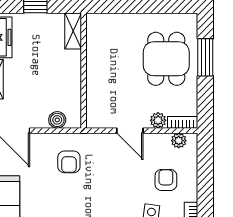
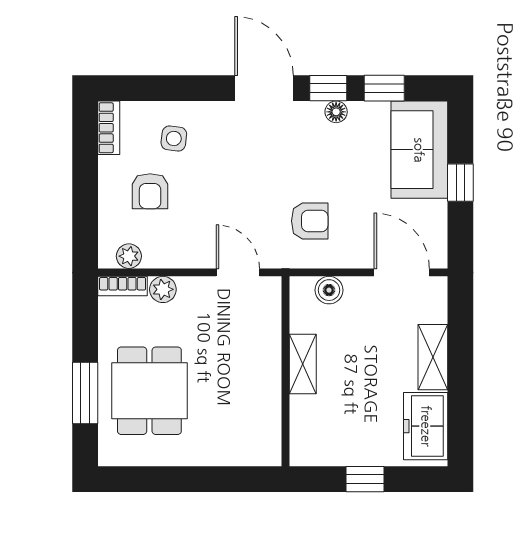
shelving: (73, 31) -> (303, 364), moved
door: (130, 131) -> (238, 272), moved
armchair: (69, 162) -> (310, 221), turned 90

